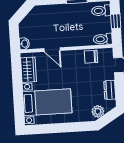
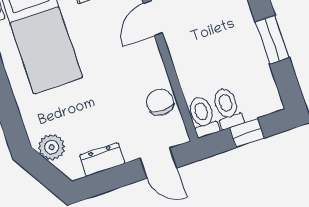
toilet: (101, 11) -> (227, 108), moved

